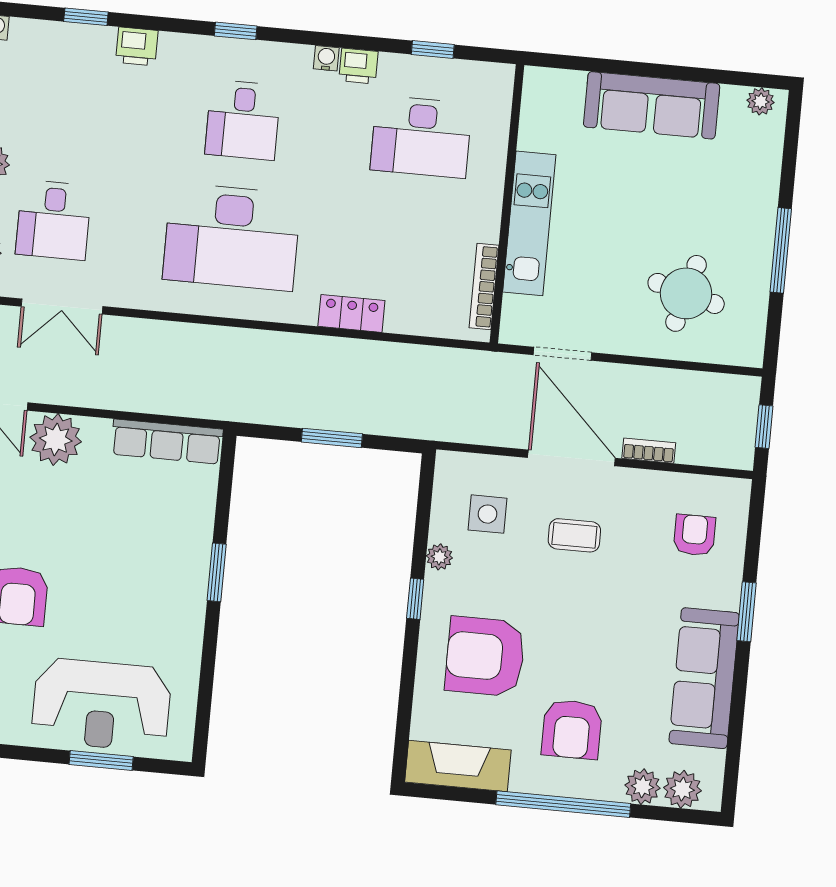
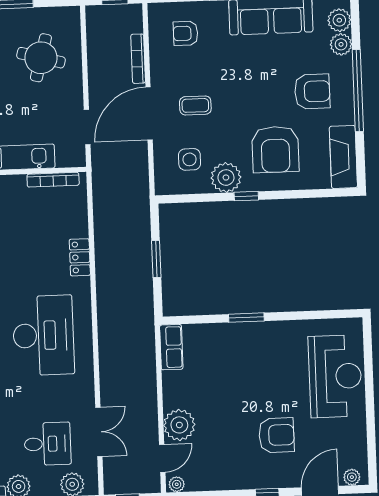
row of seats: (167, 442) -> (171, 347), width x0.68
bookcase: (649, 451) -> (138, 59), width x1.56
coffee table: (574, 535) -> (195, 105), turned 90
plant: (439, 557) -> (226, 178), width x1.88, depth x1.88
window: (101, 760) -> (369, 372), removed

